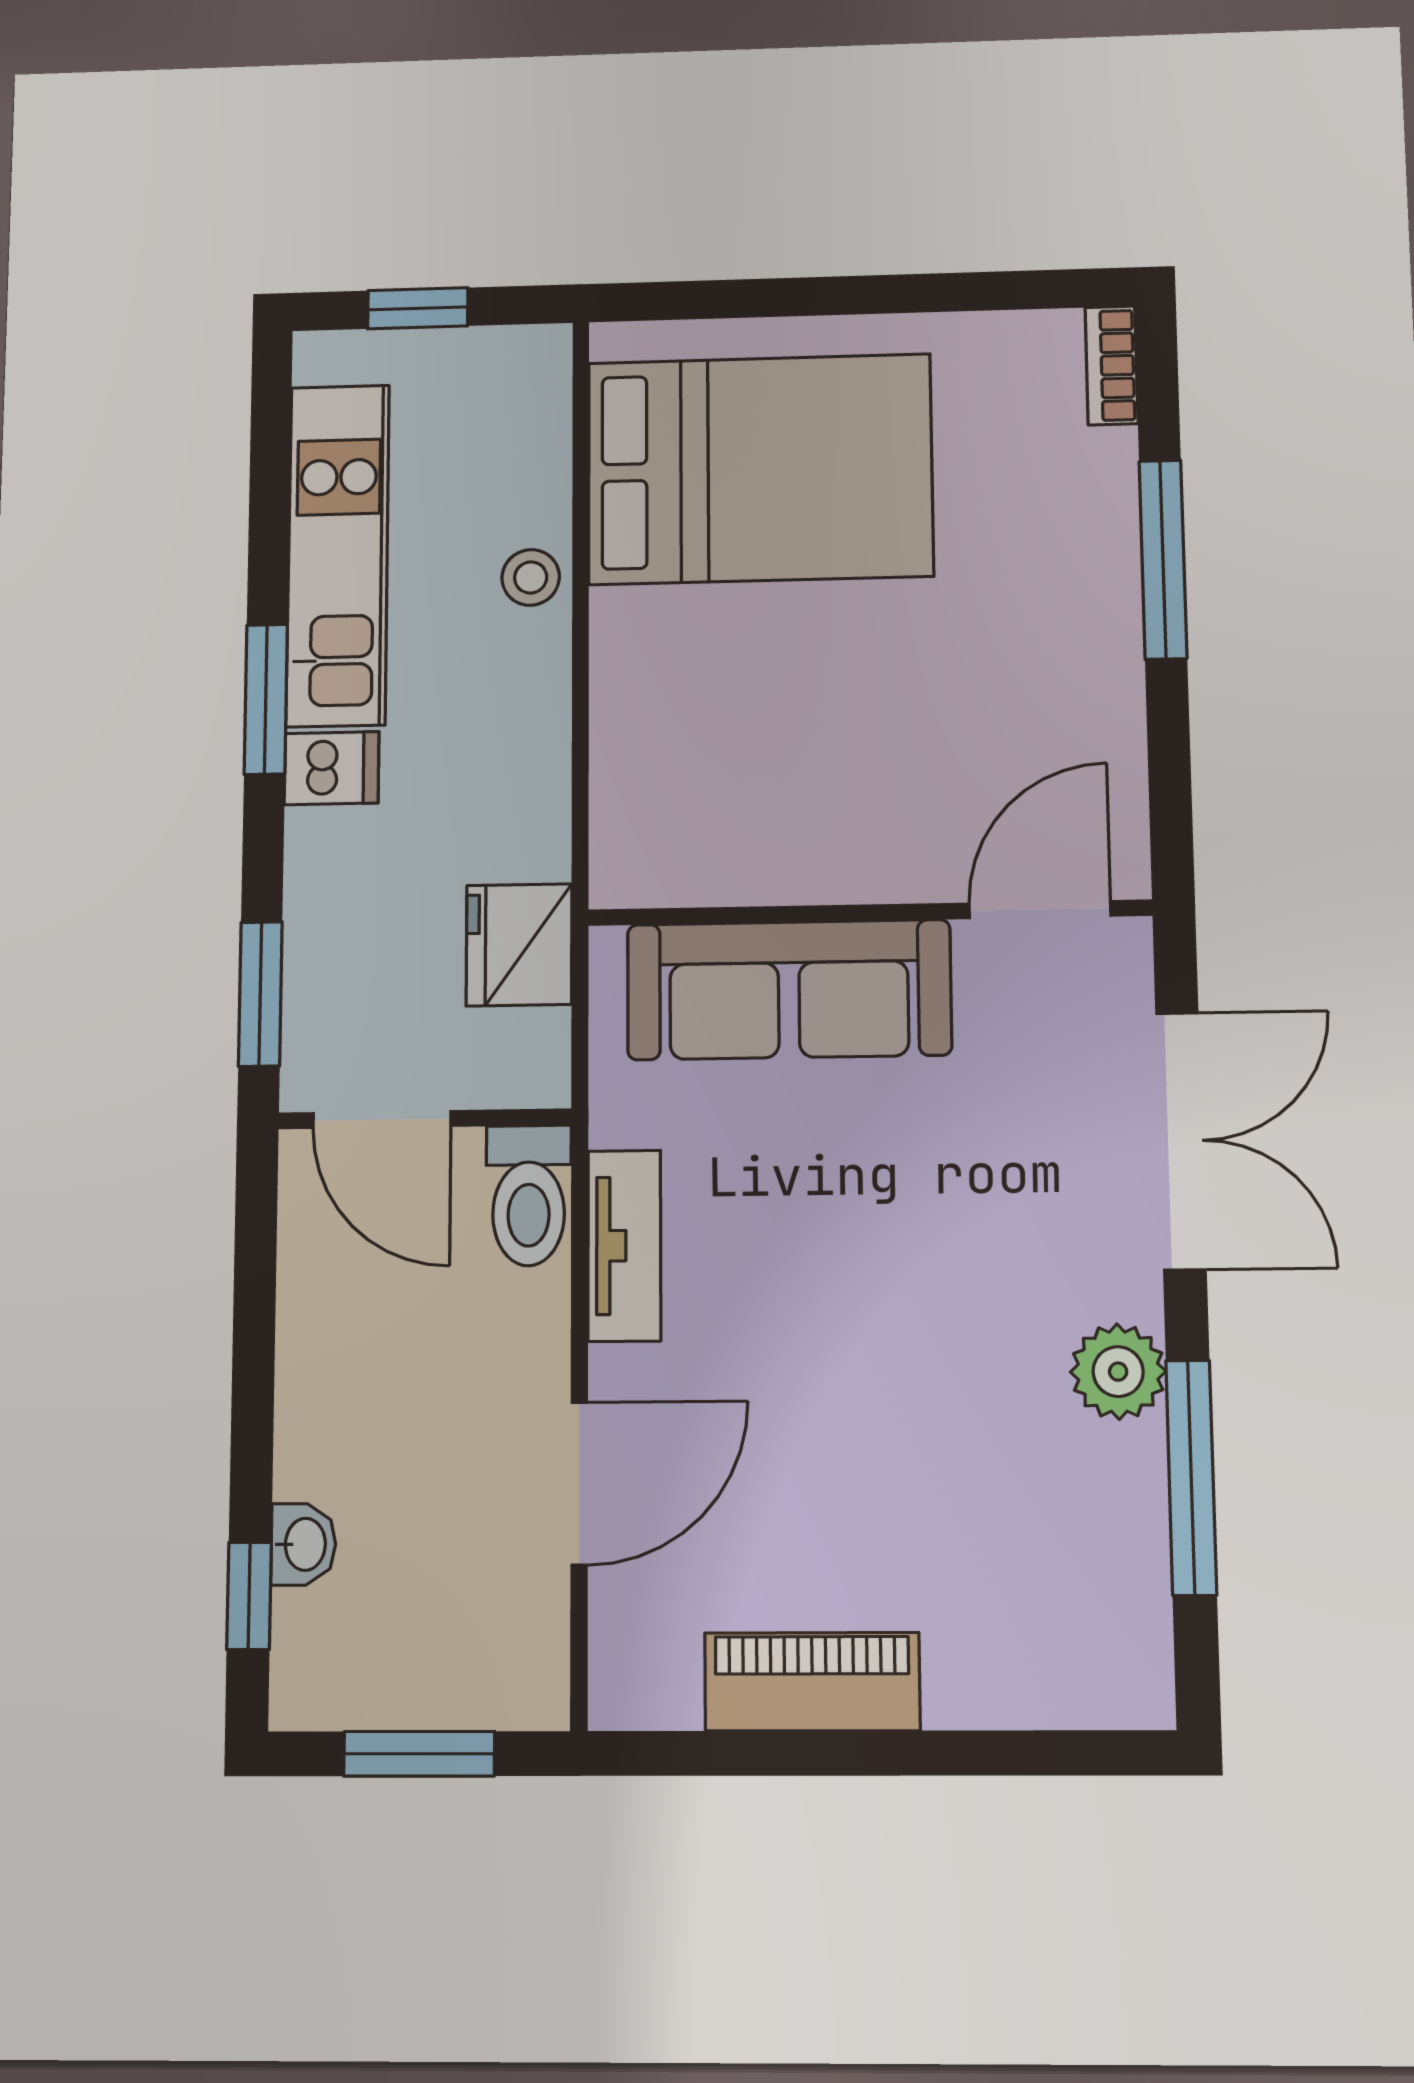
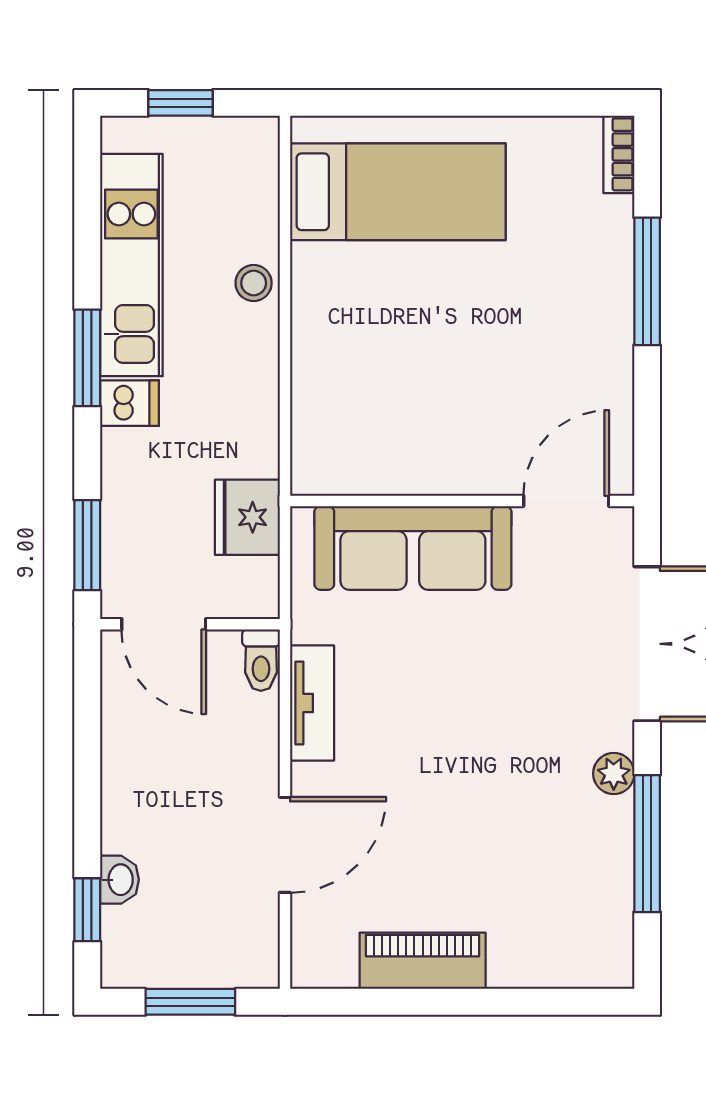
bed: (760, 469) -> (398, 192), width x0.67
toilet: (529, 1196) -> (261, 660), width x0.73, depth x0.72
plant: (1118, 1372) -> (614, 774), width x0.73, depth x0.73

